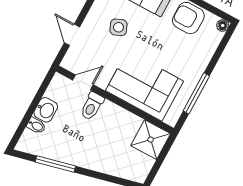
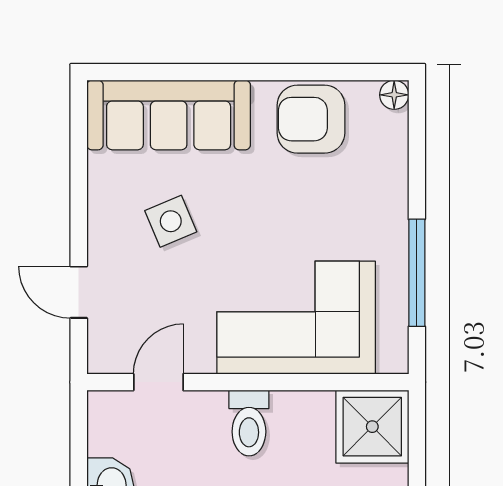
toilet: (92, 106) -> (249, 423), moved

